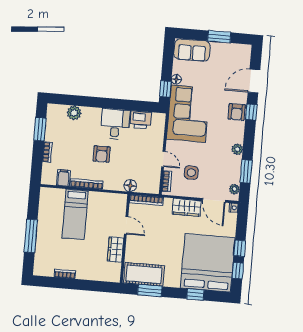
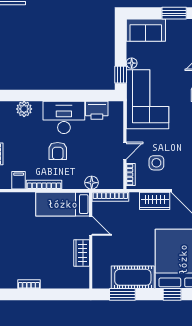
desk: (115, 124) -> (64, 117), width x1.37
door: (163, 159) -> (125, 151), hinge flipped
bed: (75, 214) -> (63, 204), moved, turned 90
cot: (144, 274) -> (133, 277), moved

